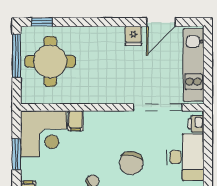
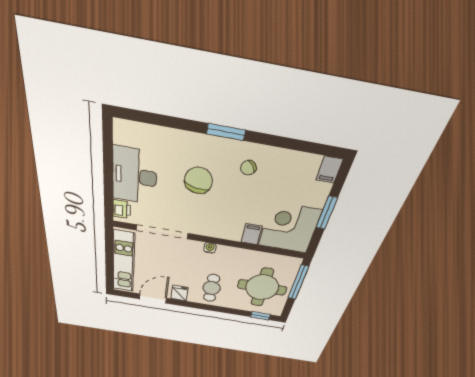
cafe table: (101, 50) -> (212, 288), added
window: (16, 56) -> (298, 282), moved
water cooler: (111, 98) -> (210, 248), added

